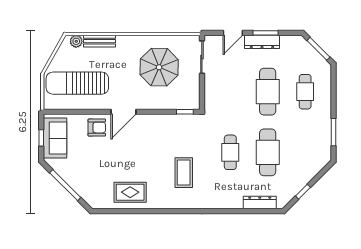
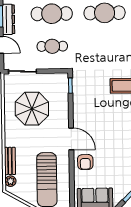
armchair: (97, 128) -> (85, 162), turned 180
cafe table: (230, 152) -> (52, 46), moved

